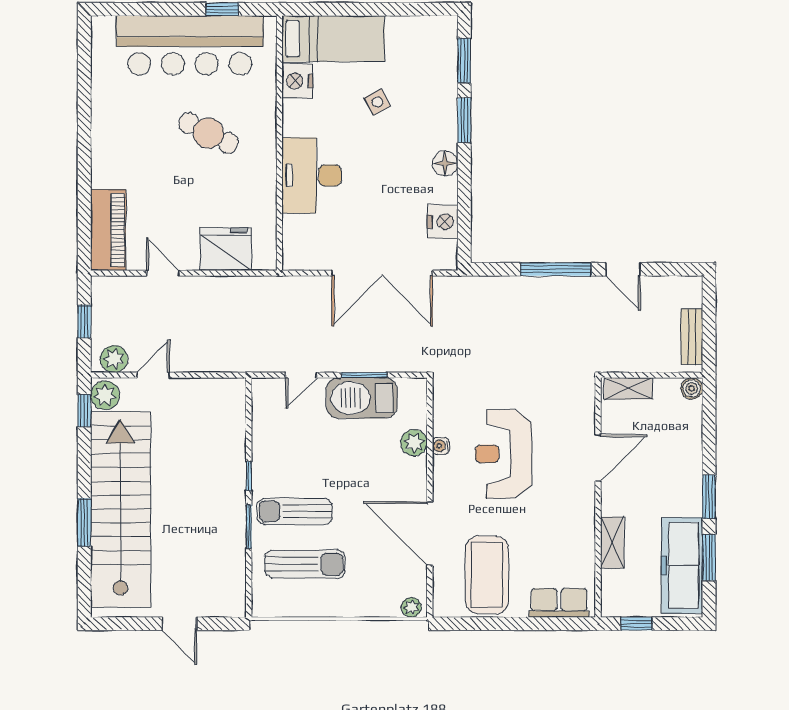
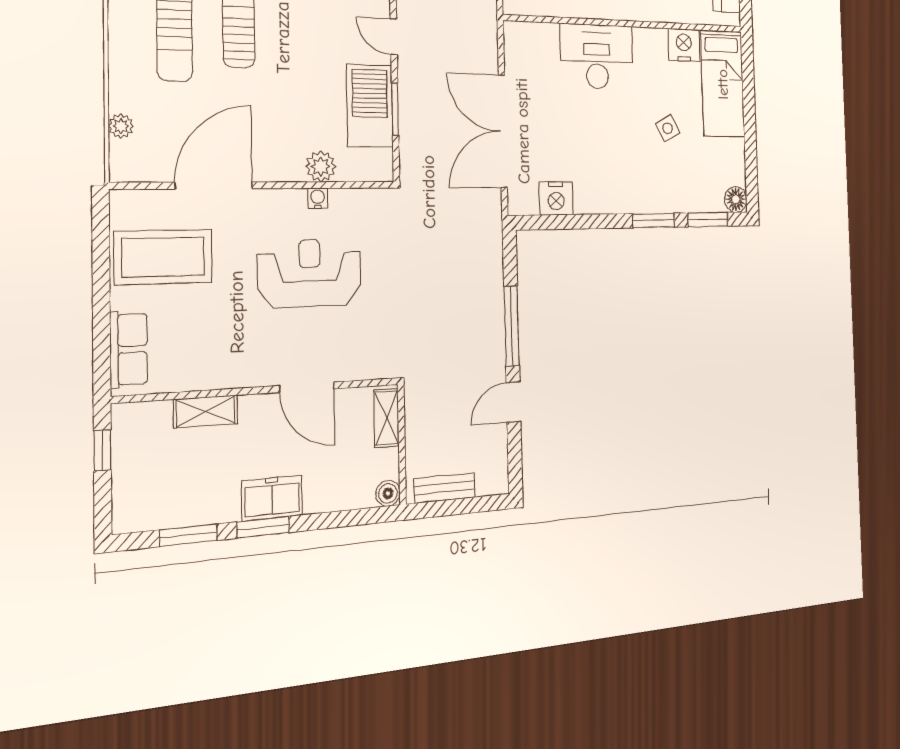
floor lamp: (445, 163) -> (736, 199), moved
freezer: (682, 566) -> (272, 498), moved, width x0.52, depth x0.79
plant: (411, 607) -> (121, 126), moved

